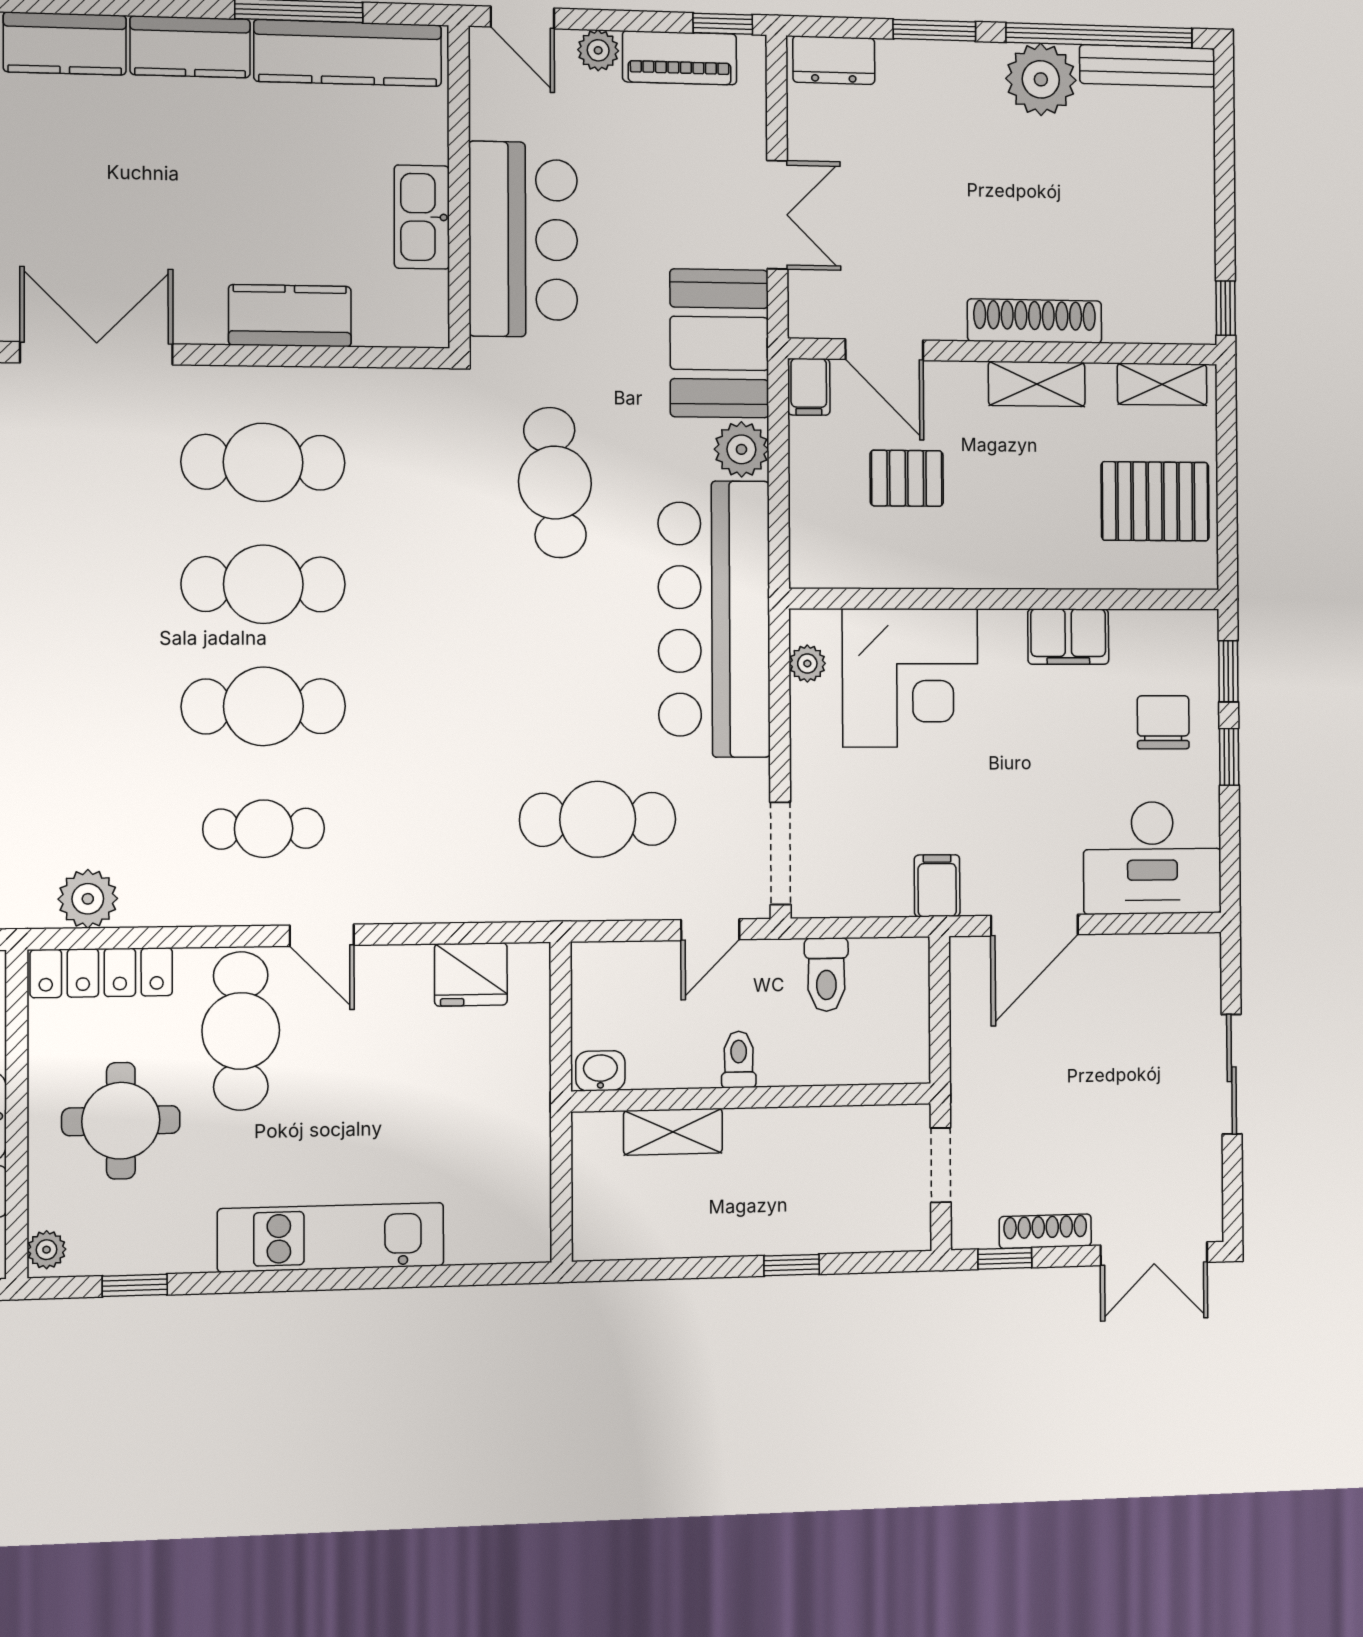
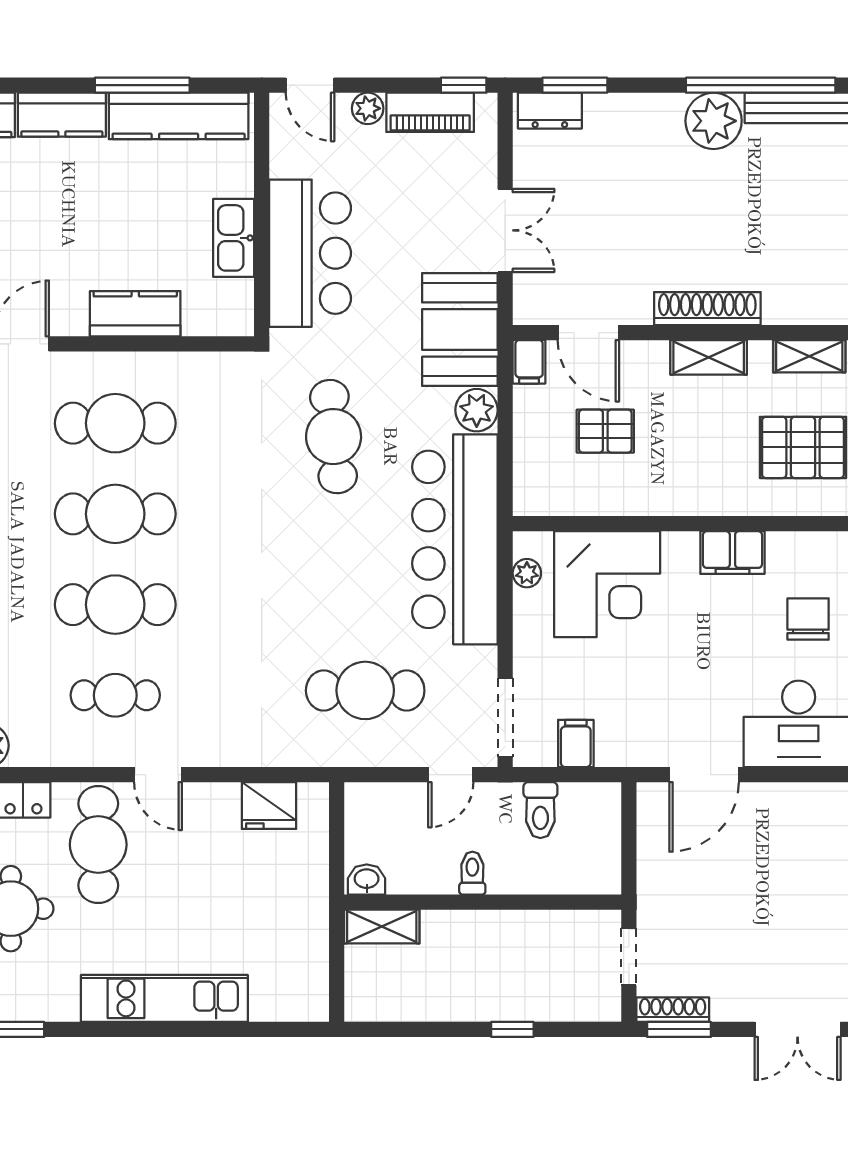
window: (934, 30) -> (575, 85), moved
filing cabinet: (937, 886) -> (576, 744), moved
shelving: (673, 1132) -> (382, 927), moved
shoe rack: (1045, 1231) -> (673, 1010), moved
window: (1005, 1258) -> (679, 1029), width x1.50

